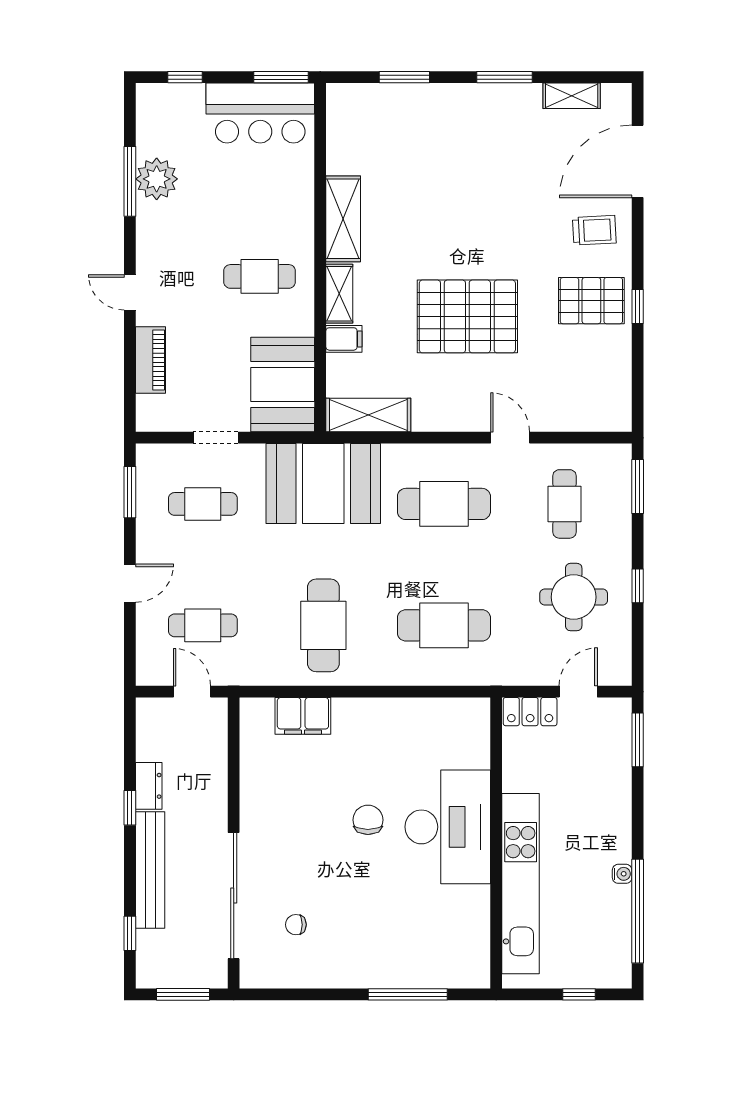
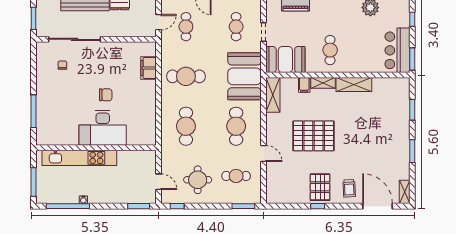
shelving: (572, 96) -> (405, 192), moved
pallet: (467, 316) -> (314, 136), turned 90
door: (510, 438) -> (263, 153), hinge flipped
window: (638, 586) -> (177, 206), moved
locker: (530, 712) -> (150, 162), removed
window: (579, 994) -> (34, 182), width x2.17

